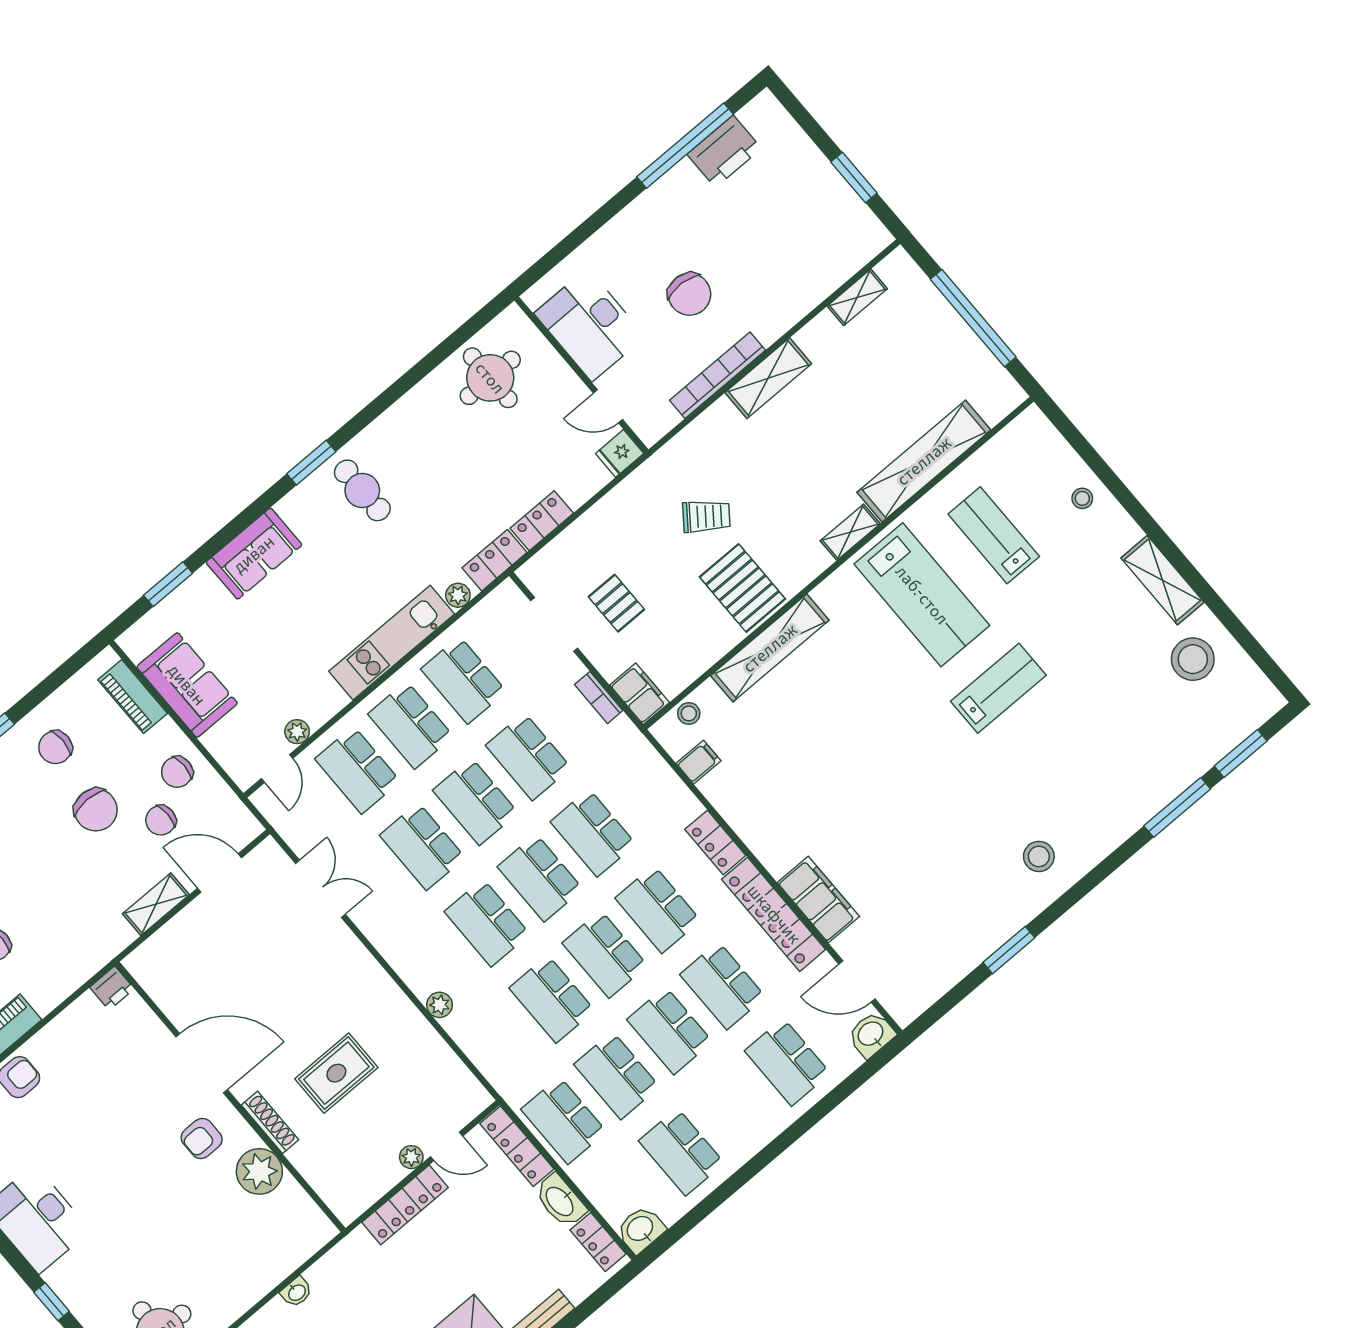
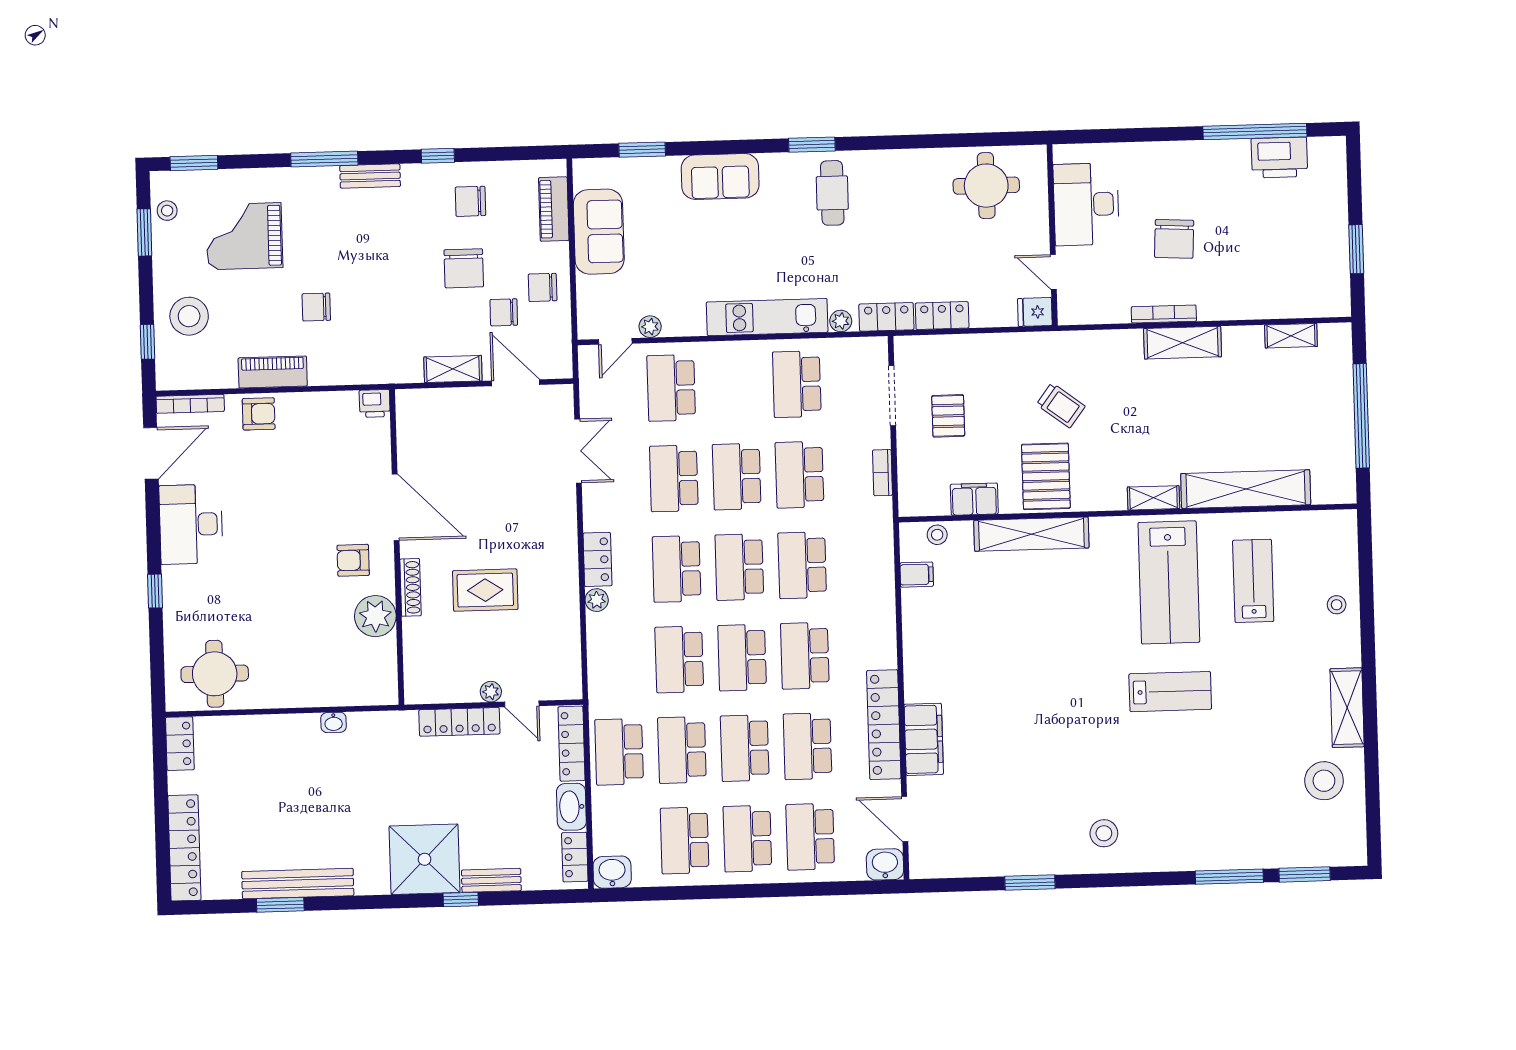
bookcase: (717, 375) -> (1164, 314), width x0.68, depth x0.76
filing cabinet: (640, 694) -> (974, 499), moved, turned -90
school desk: (411, 725) -> (747, 839), moved
locker: (715, 842) -> (598, 559), moved, turned 180

